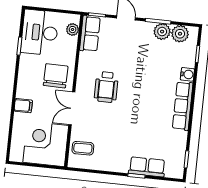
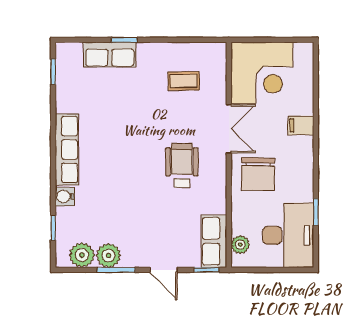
coffee table: (83, 148) -> (184, 81), moved

